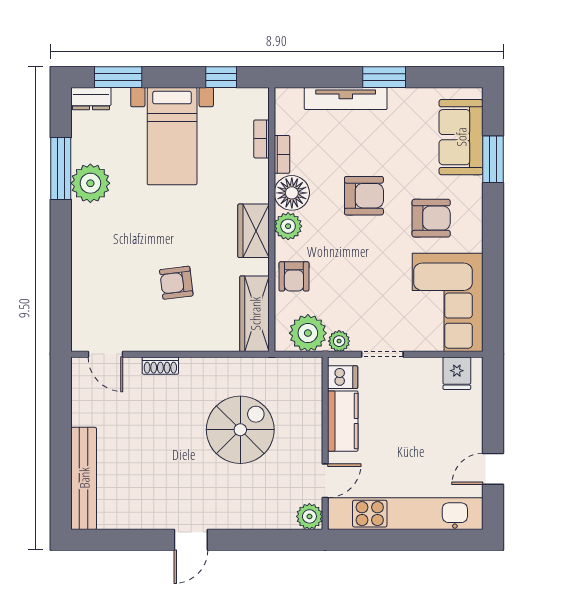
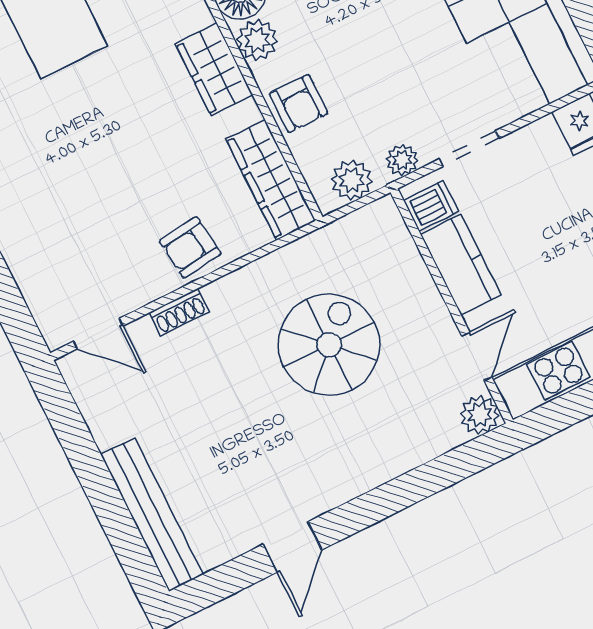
armchair: (176, 283) -> (190, 247), moved
plant: (308, 333) -> (352, 180), width x0.73, depth x0.73
door: (191, 540) -> (292, 547), moved

